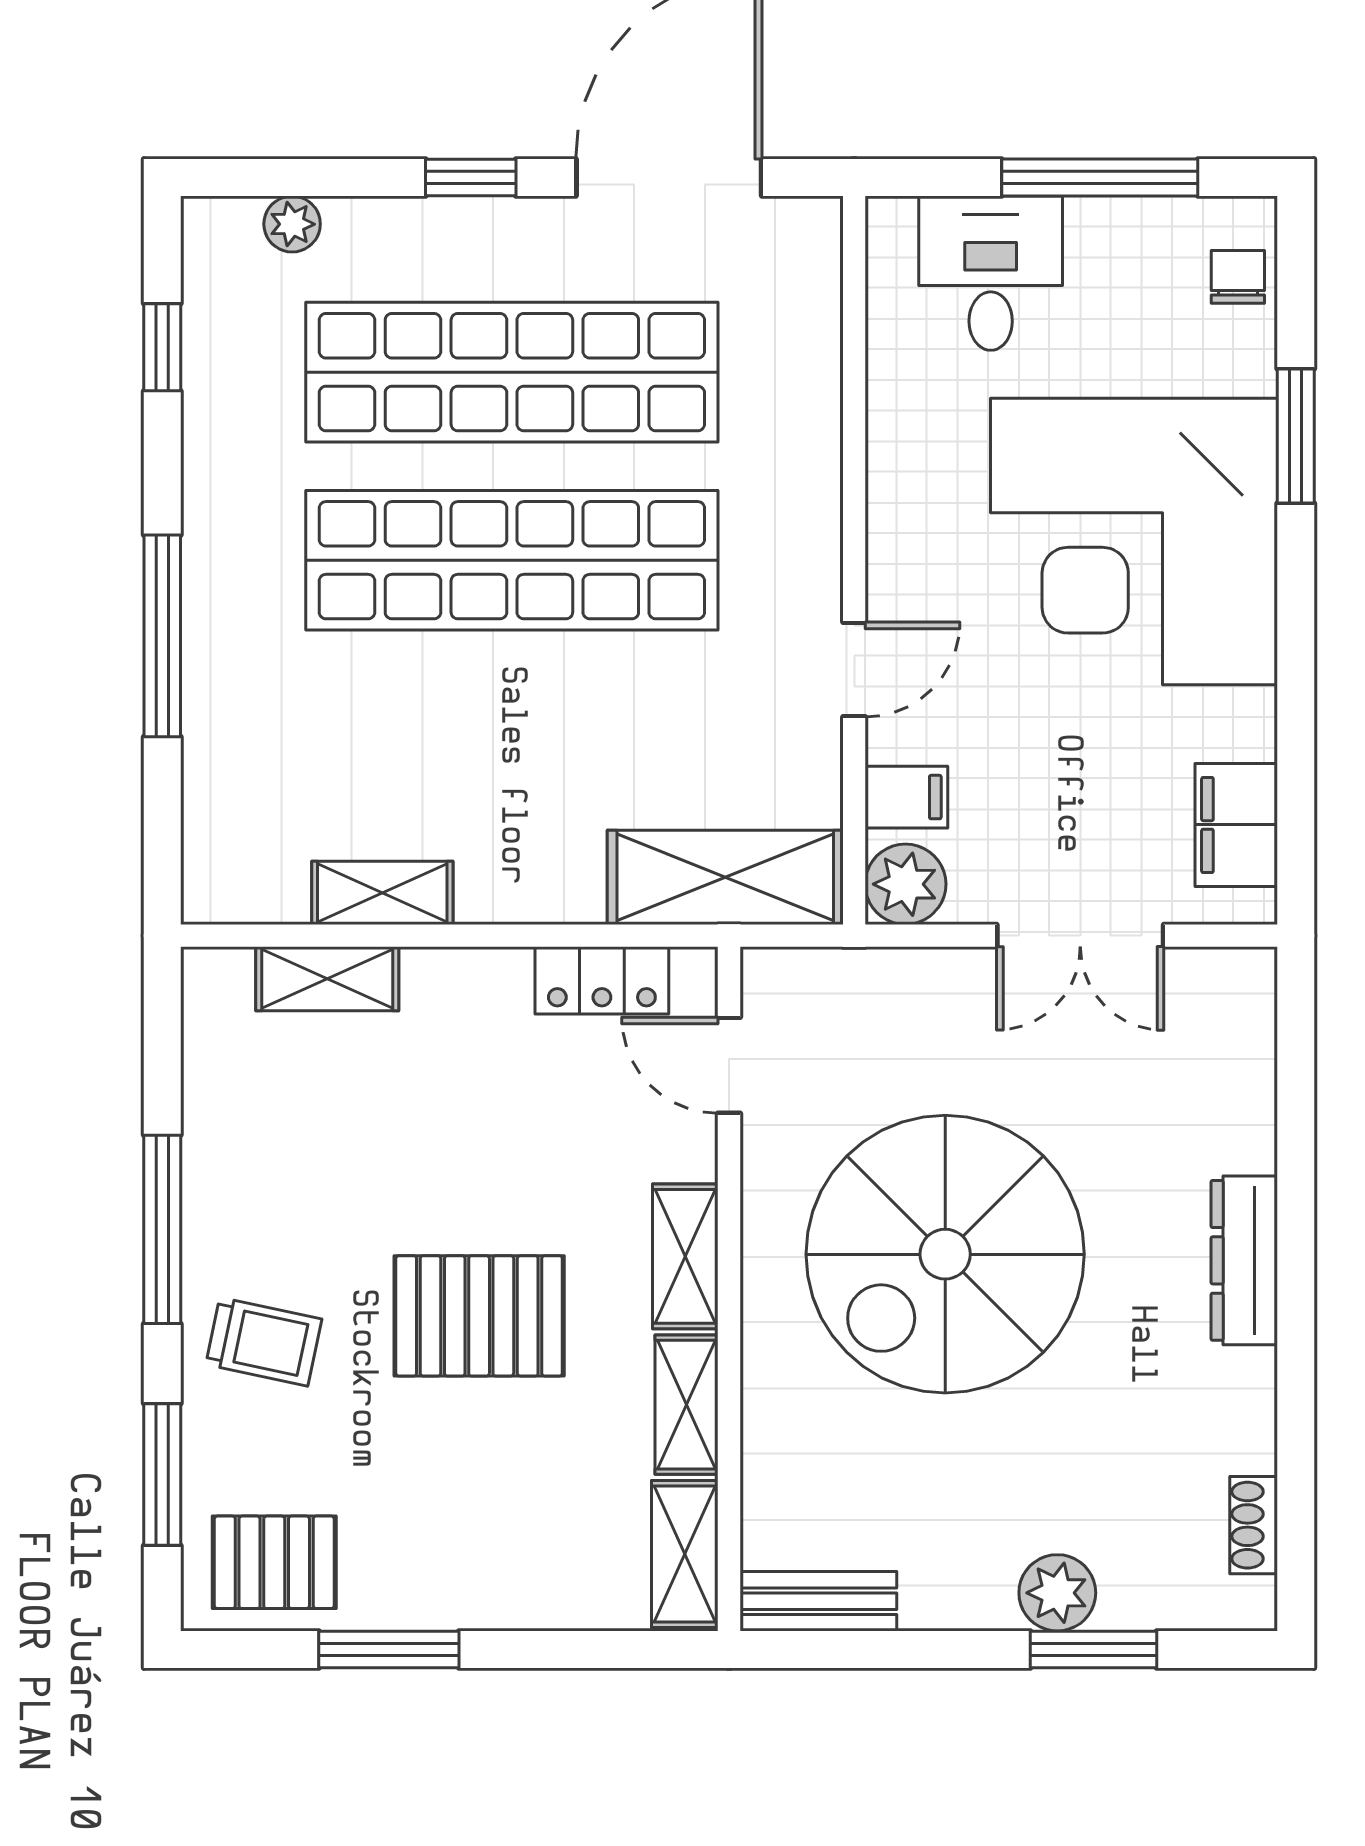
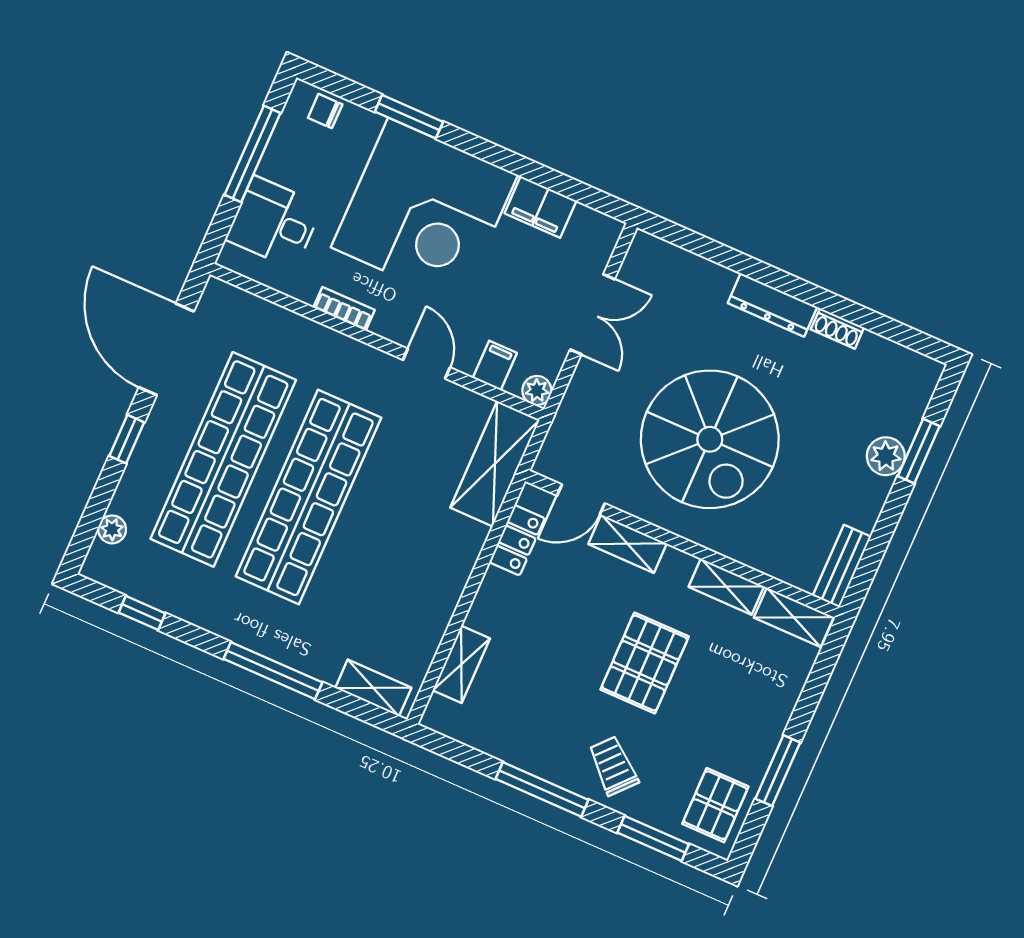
bookcase: (888, 473) -> (344, 309), added
filing cabinet: (1236, 825) -> (540, 207), moved
plant: (905, 884) -> (537, 391), width x0.73, depth x0.73
shelving: (382, 893) -> (373, 688), moved, turned 90
shelving: (685, 1256) -> (627, 544), moved
trolley: (264, 1342) -> (613, 766), turned -60
shoe rack: (1254, 1525) -> (837, 328), moved

